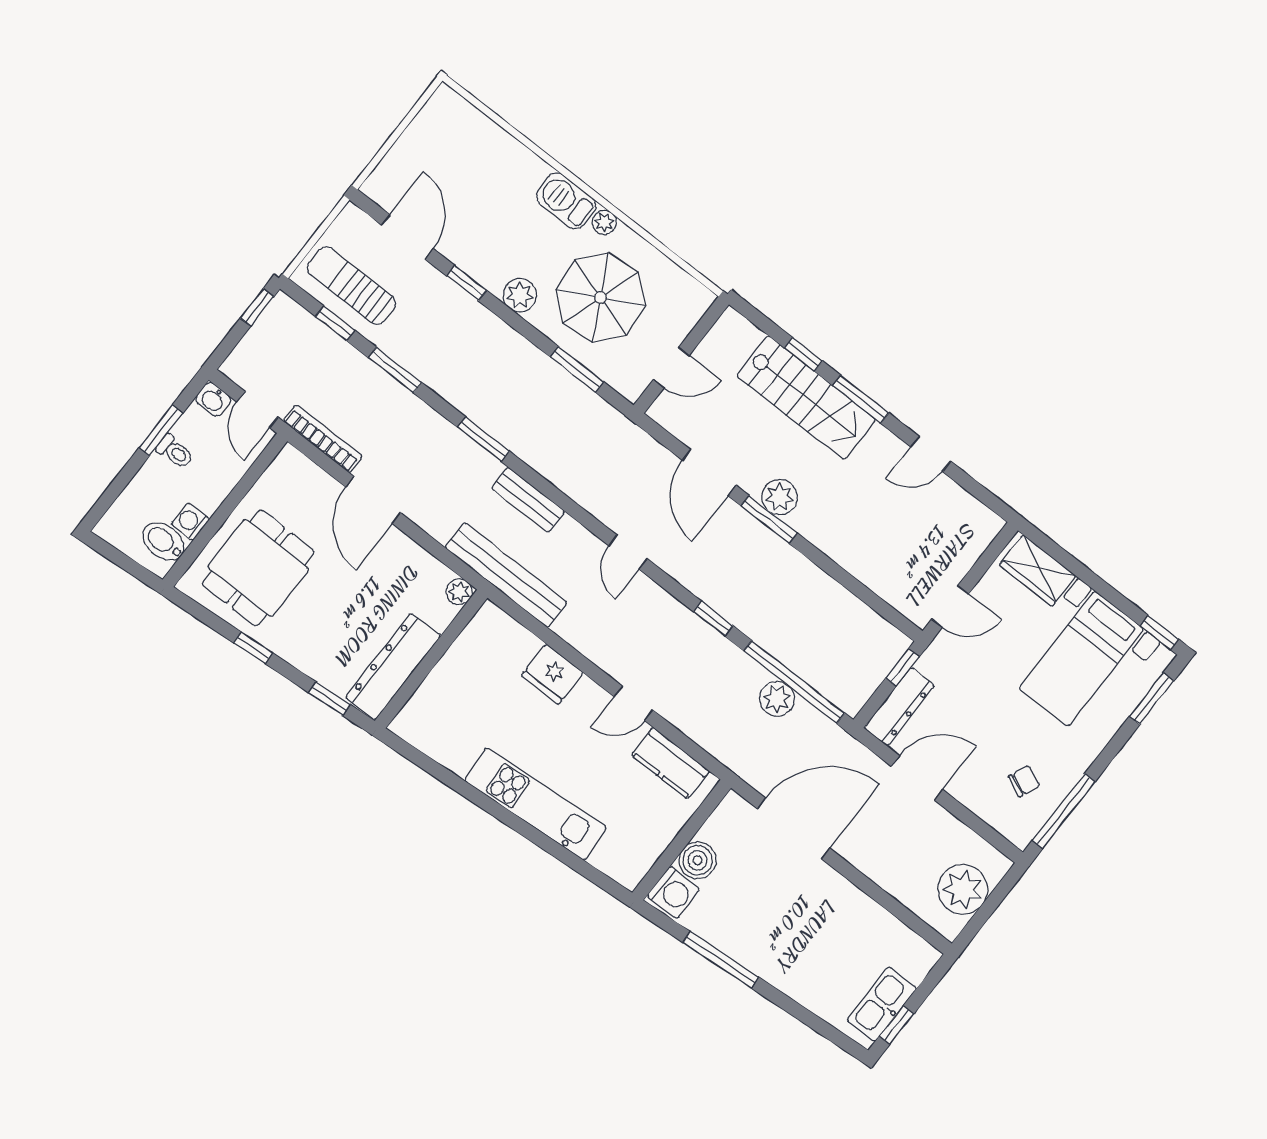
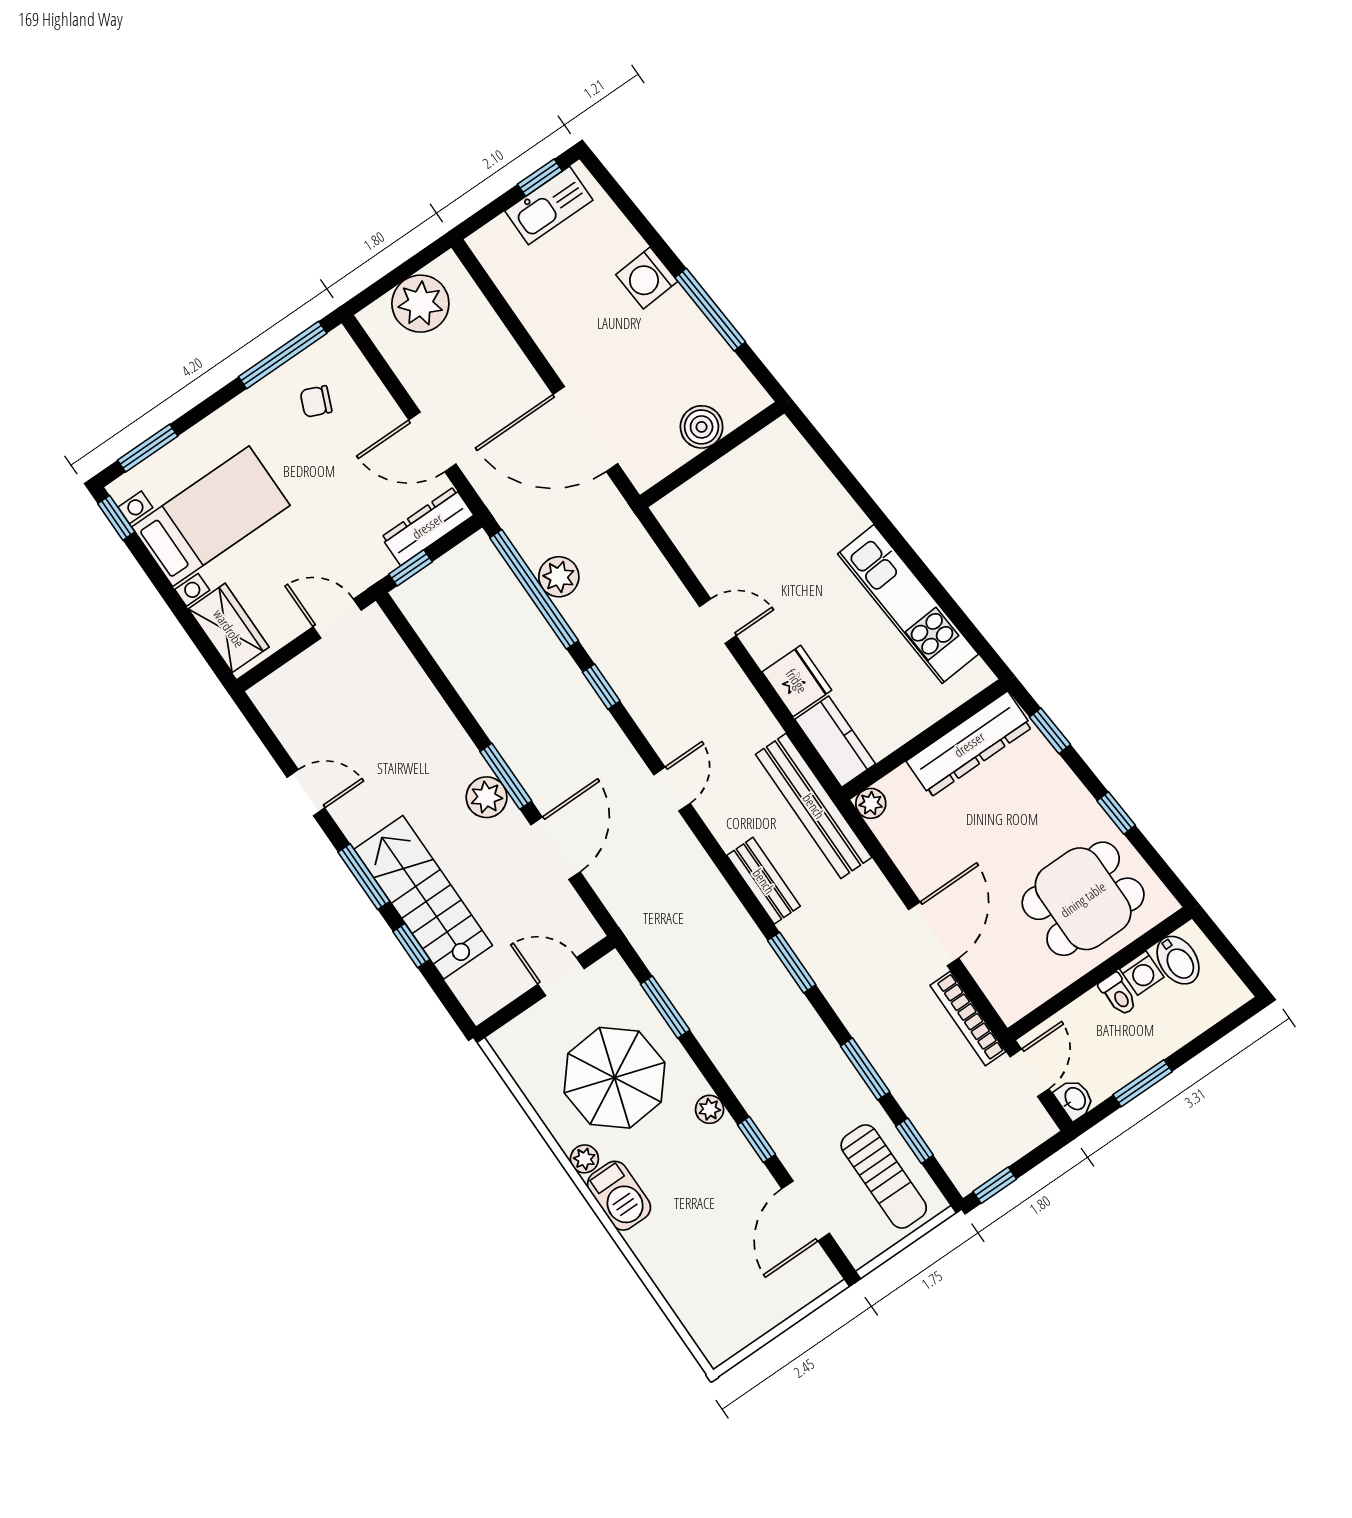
plant: (520, 295) -> (710, 1109), width x0.73, depth x0.73
toilet: (175, 452) -> (1118, 994), moved, turned 180
kitchen counter: (670, 763) -> (835, 742), moved
kitchen unit: (536, 804) -> (908, 604), moved
washing machine: (673, 892) -> (647, 278), moved, turned -94

